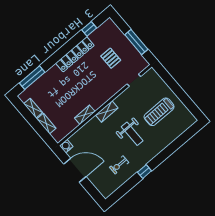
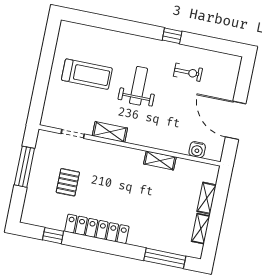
shelving: (107, 111) -> (110, 132), moved
water cooler: (66, 146) -> (197, 150), moved

